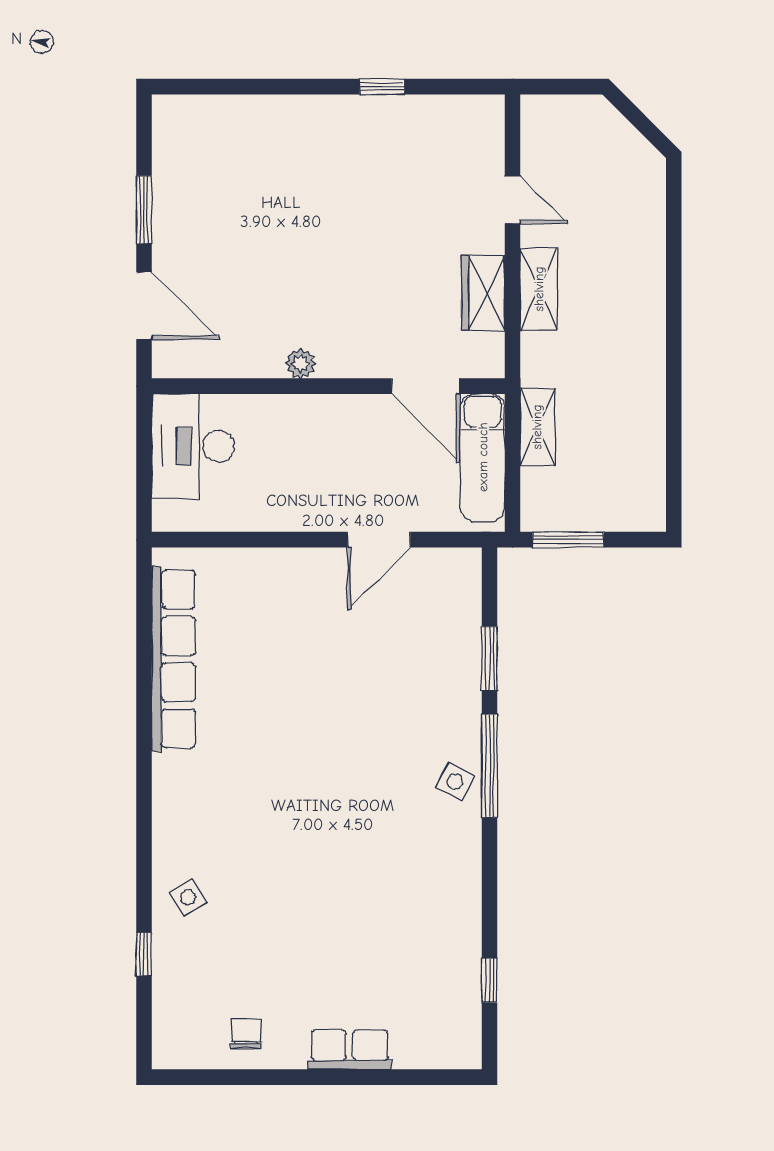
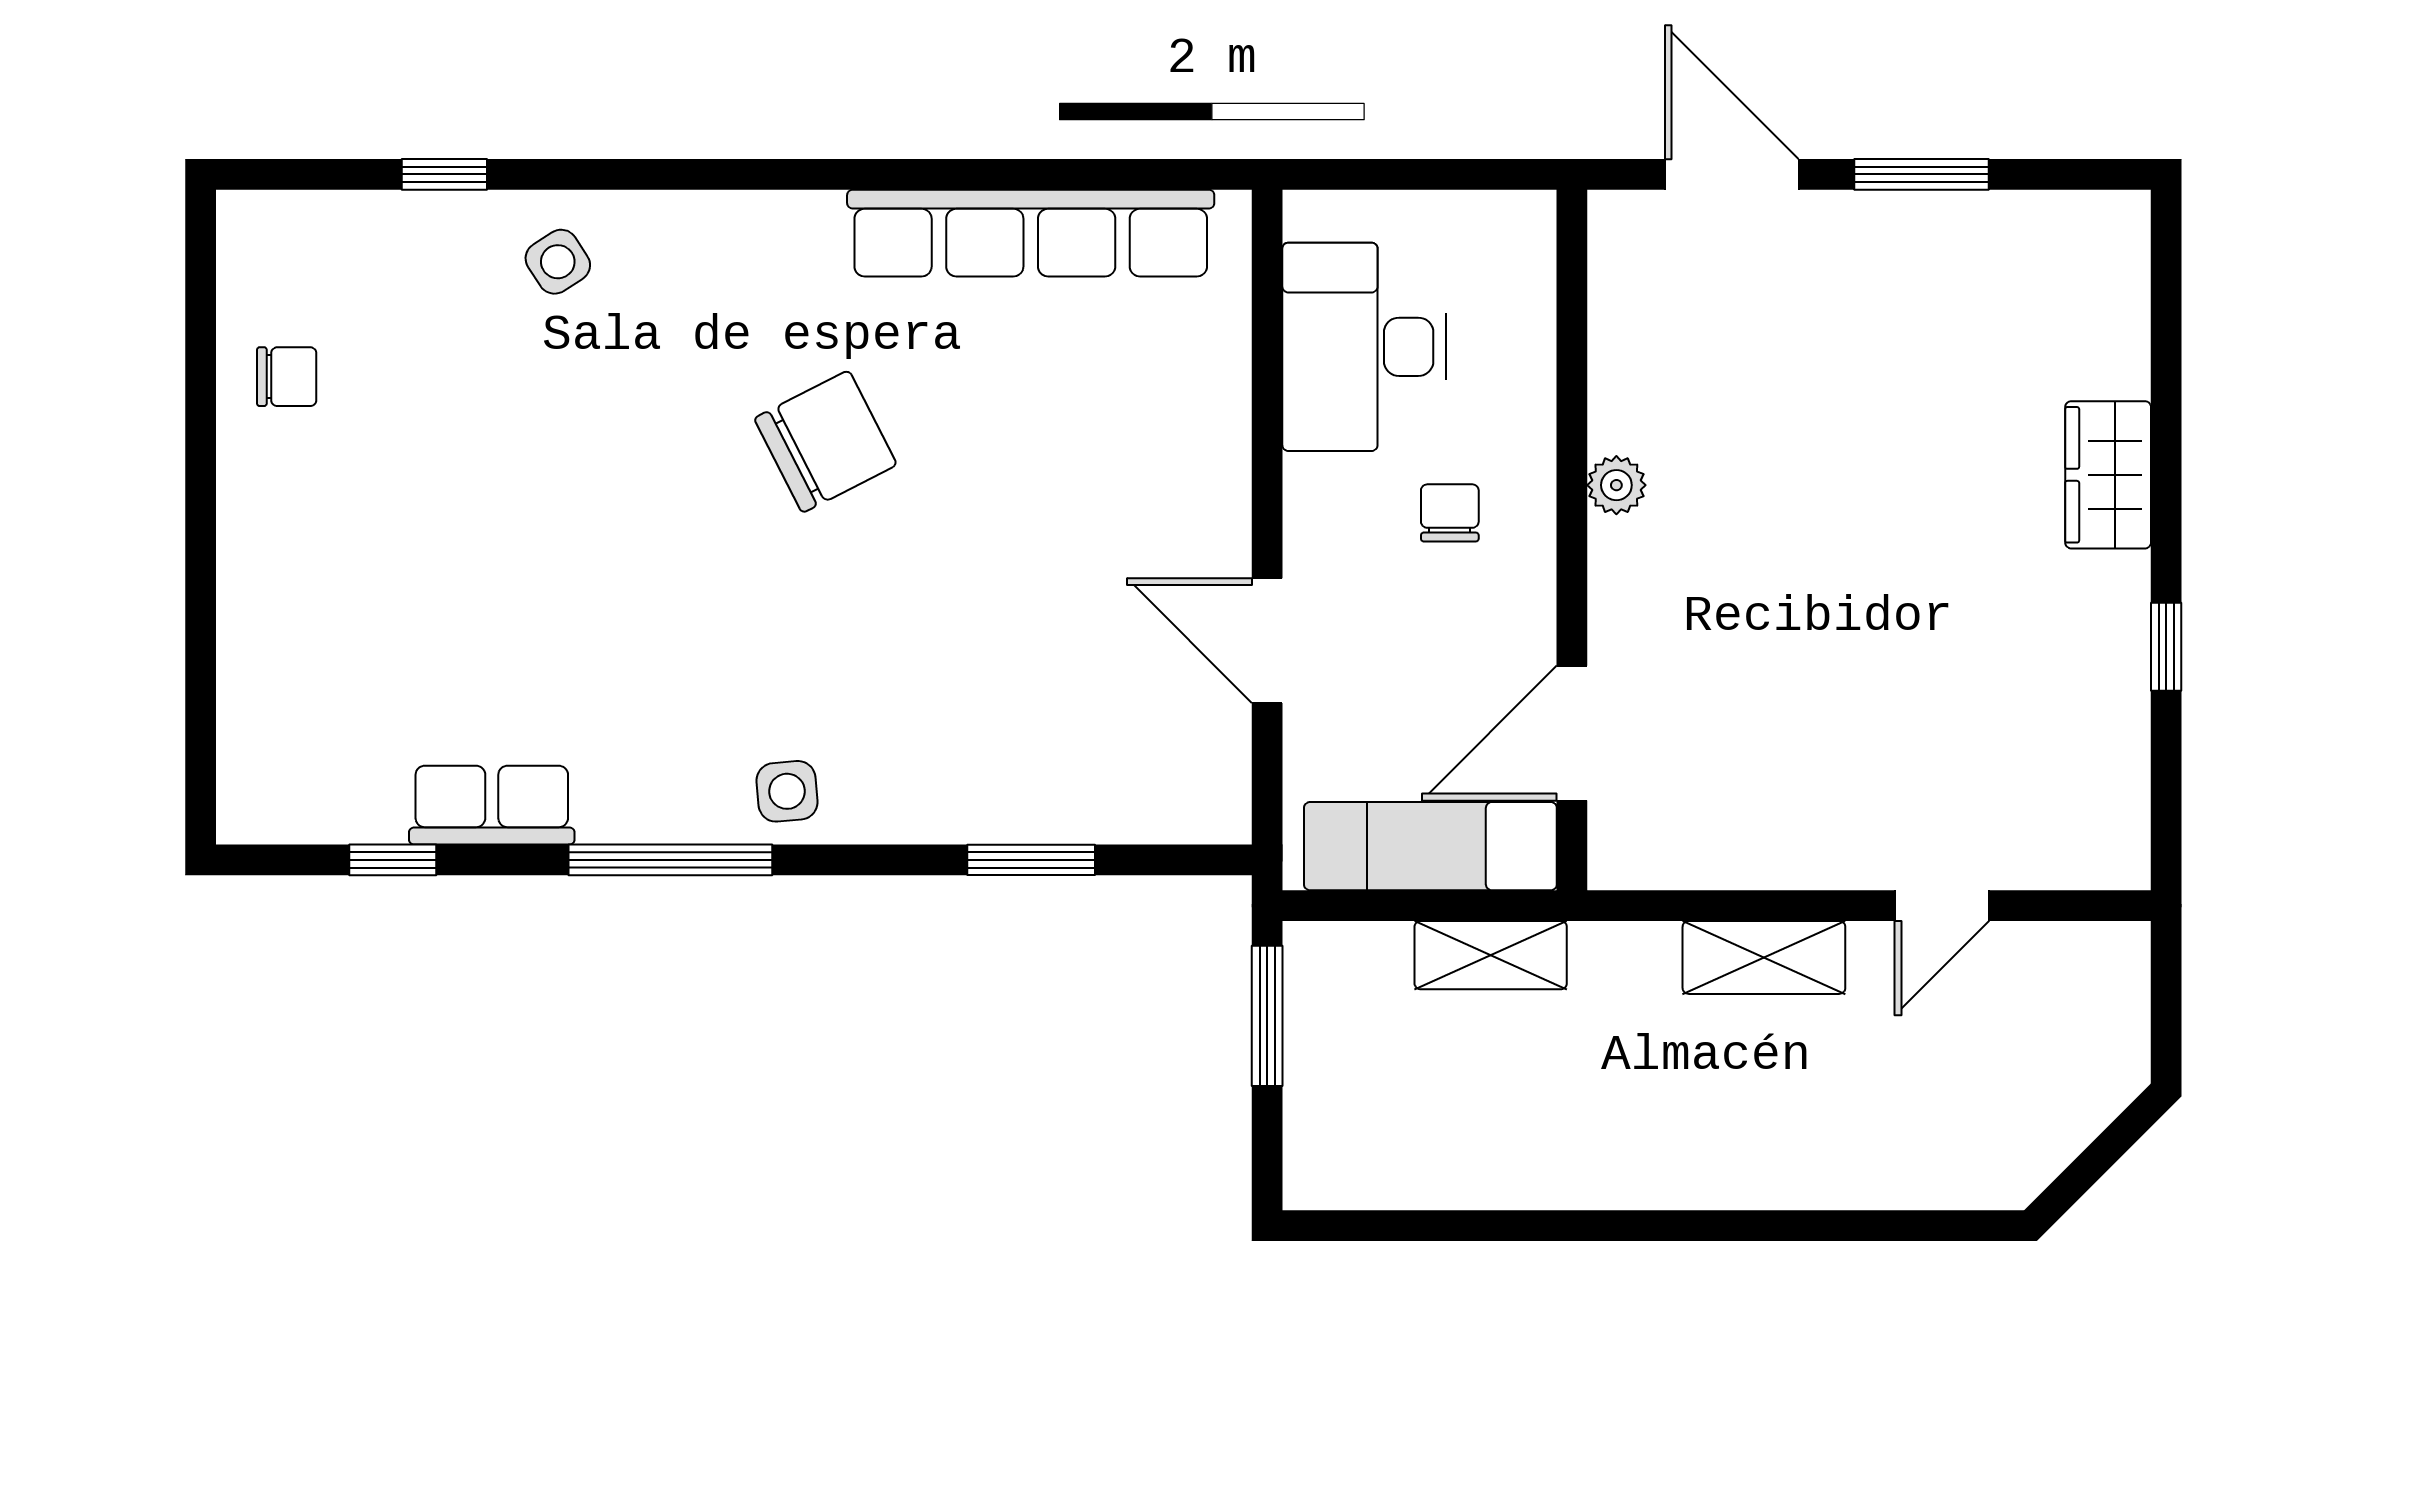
wardrobe: (483, 293) -> (2108, 475), moved, turned -90
door: (144, 306) -> (1732, 174), swing flipped
desk: (193, 446) -> (1364, 347), moved, turned -90
chair: (315, 448) -> (1450, 513), added
chair: (279, 762) -> (826, 442), added
window: (490, 766) -> (670, 860), moved
side table: (455, 782) -> (787, 791), turned -32
row of seats: (349, 1050) -> (492, 805), moved, turned -90

